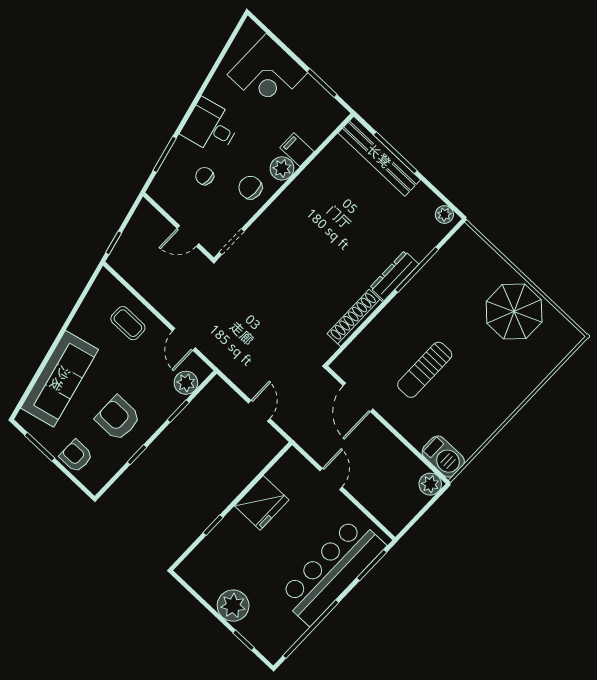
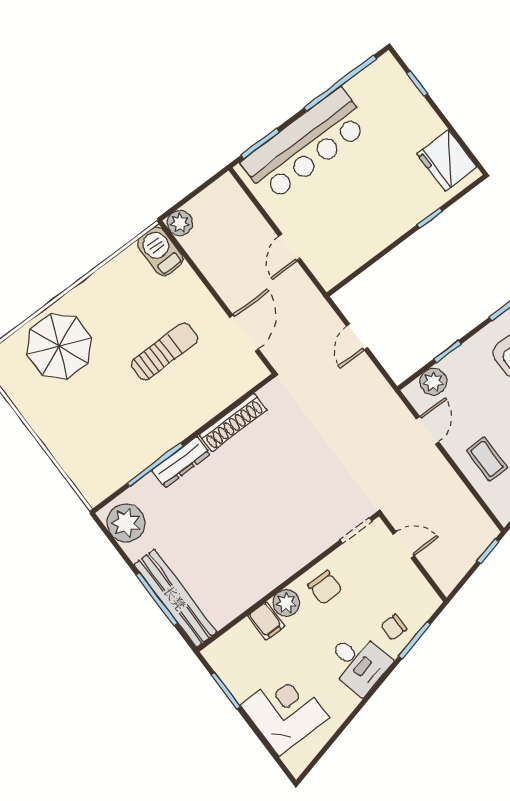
chair: (205, 176) -> (394, 627), moved, turned 90
plant: (444, 214) -> (126, 523), width x1.88, depth x1.88
parasol: (514, 312) -> (59, 346), moved
fridge: (262, 503) -> (447, 160), moved, turned -90
plant: (233, 606) -> (422, 124), removed

